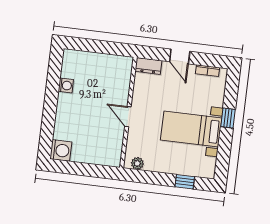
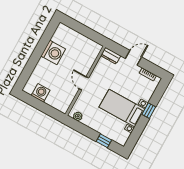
door: (180, 57) -> (134, 58), swing flipped
washing machine: (66, 85) -> (53, 52), width x1.89, depth x1.89
washing machine: (61, 150) -> (41, 93), moved, turned -90

